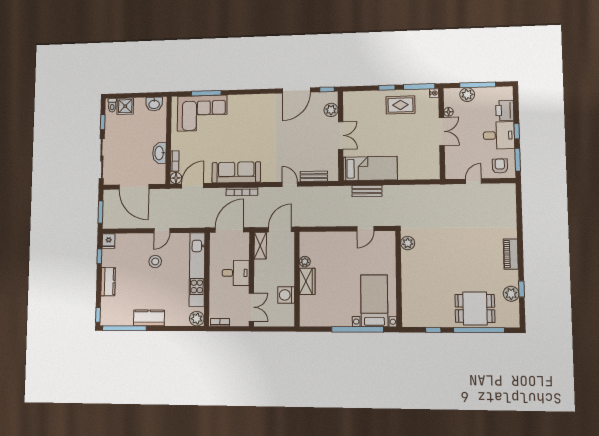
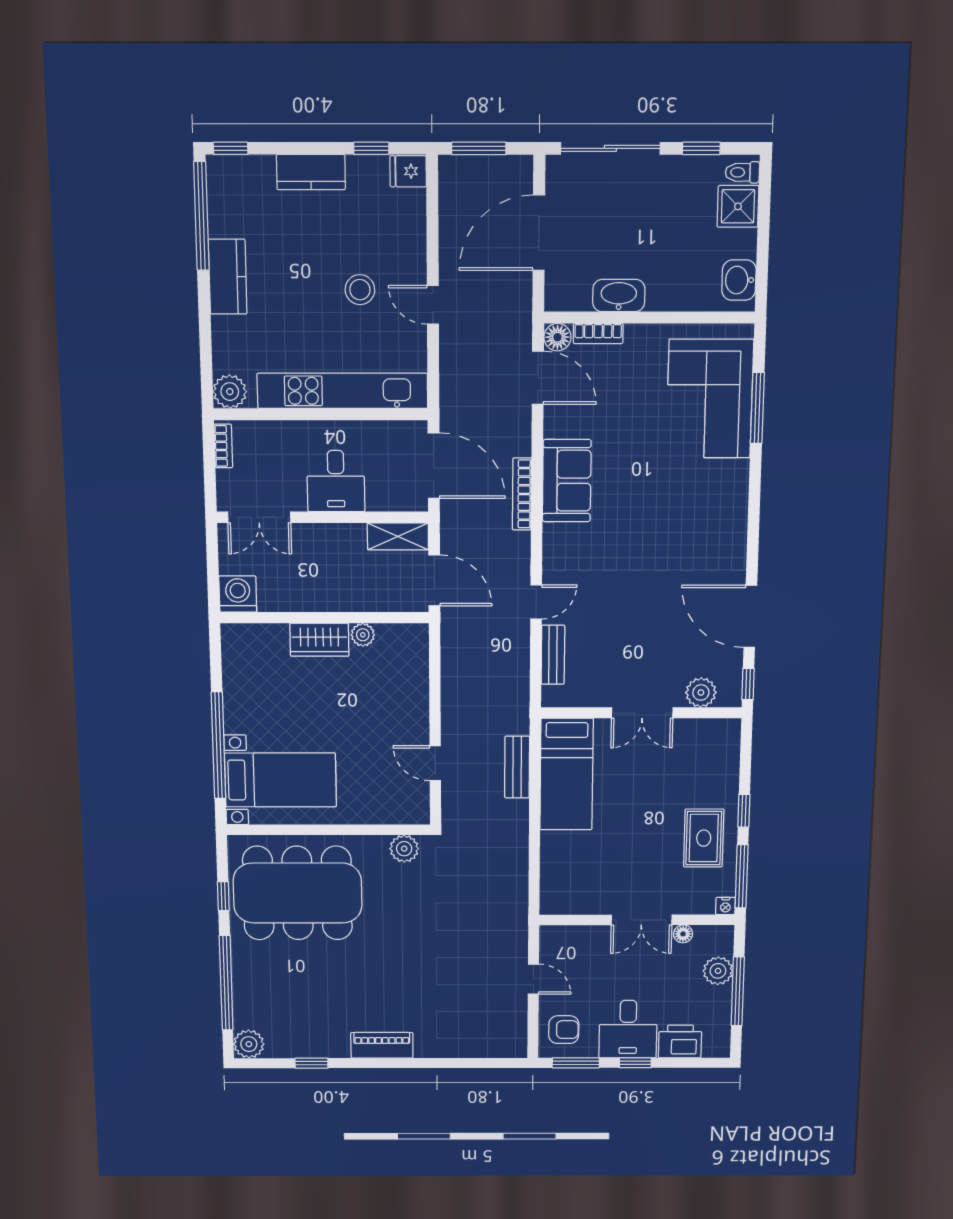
sofa: (236, 172) -> (567, 481), width x0.73
plant: (511, 294) -> (249, 1044), moved
washing machine: (286, 295) -> (238, 594), moved
dining table: (475, 308) -> (298, 893), moved, width x1.88, depth x1.24

